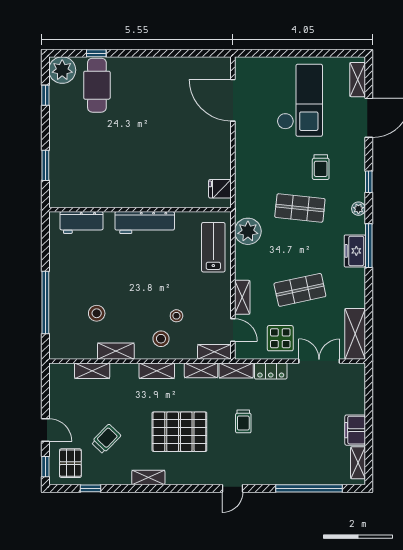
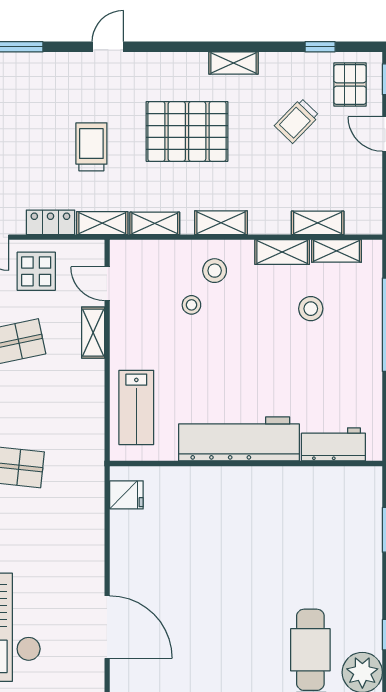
workbench: (145, 223) -> (239, 439), width x1.36, depth x1.32
plant: (248, 231) -> (85, 431), removed
shelving: (214, 352) -> (337, 251), moved
trolley: (243, 421) -> (91, 147), width x1.36, depth x1.39

